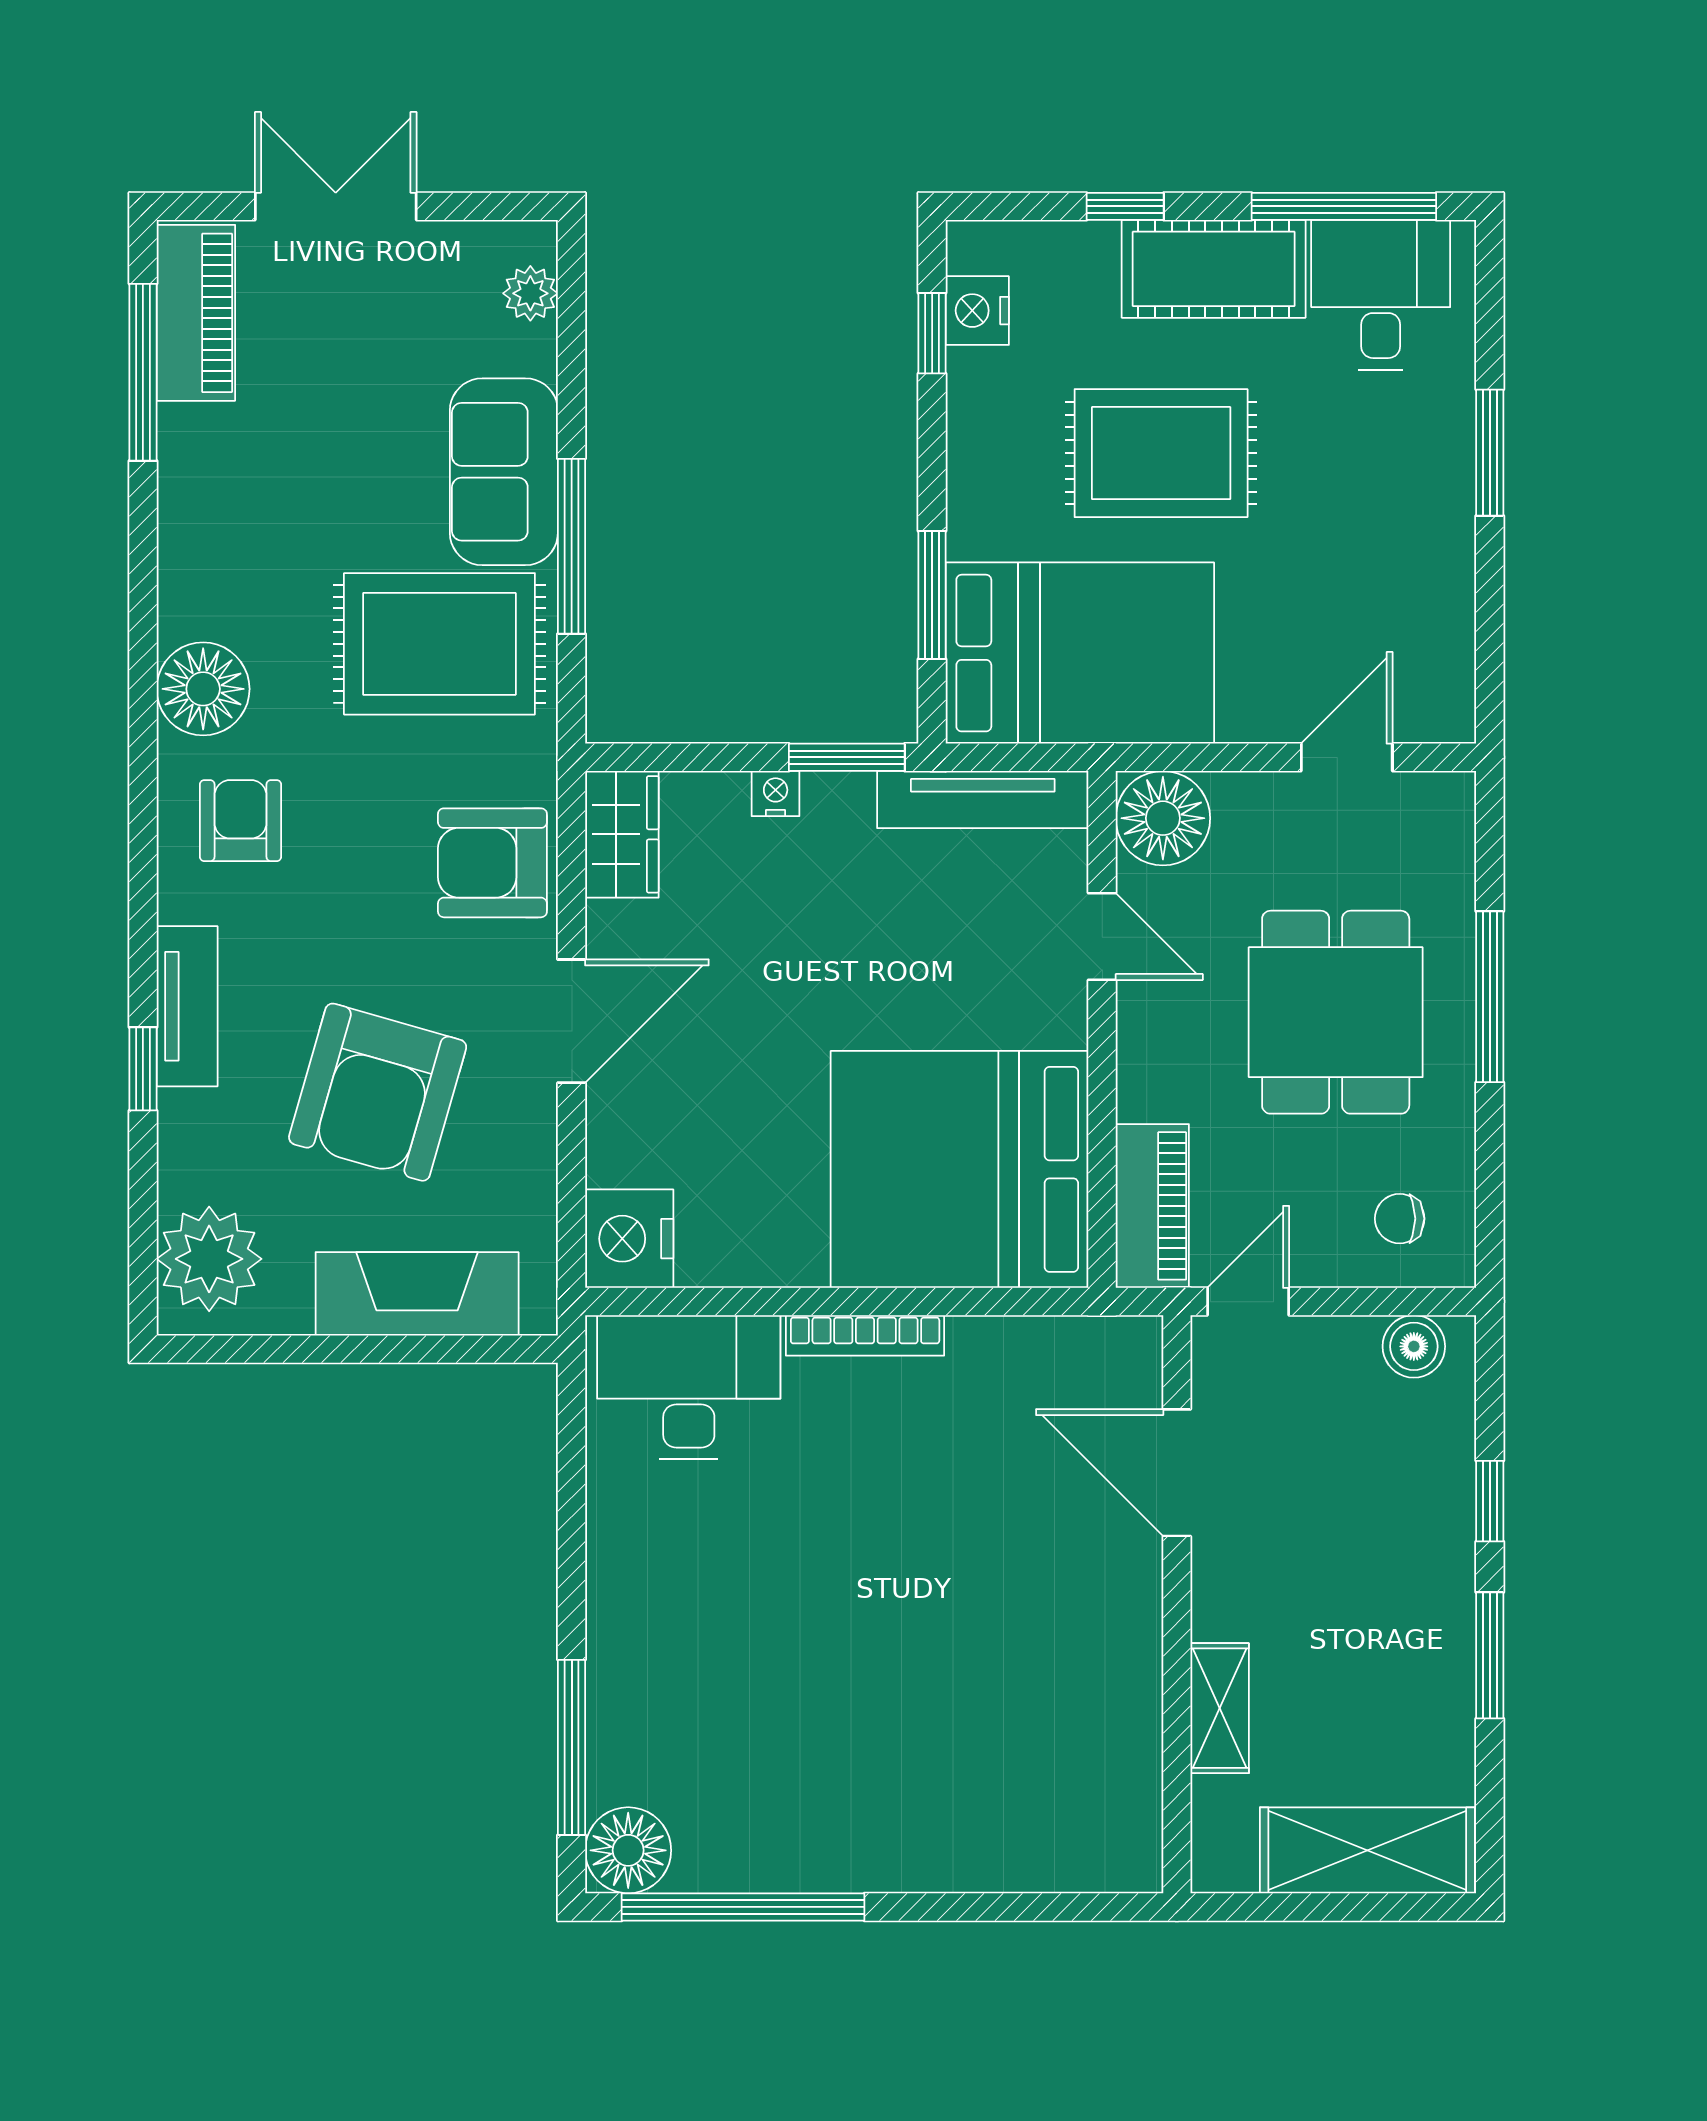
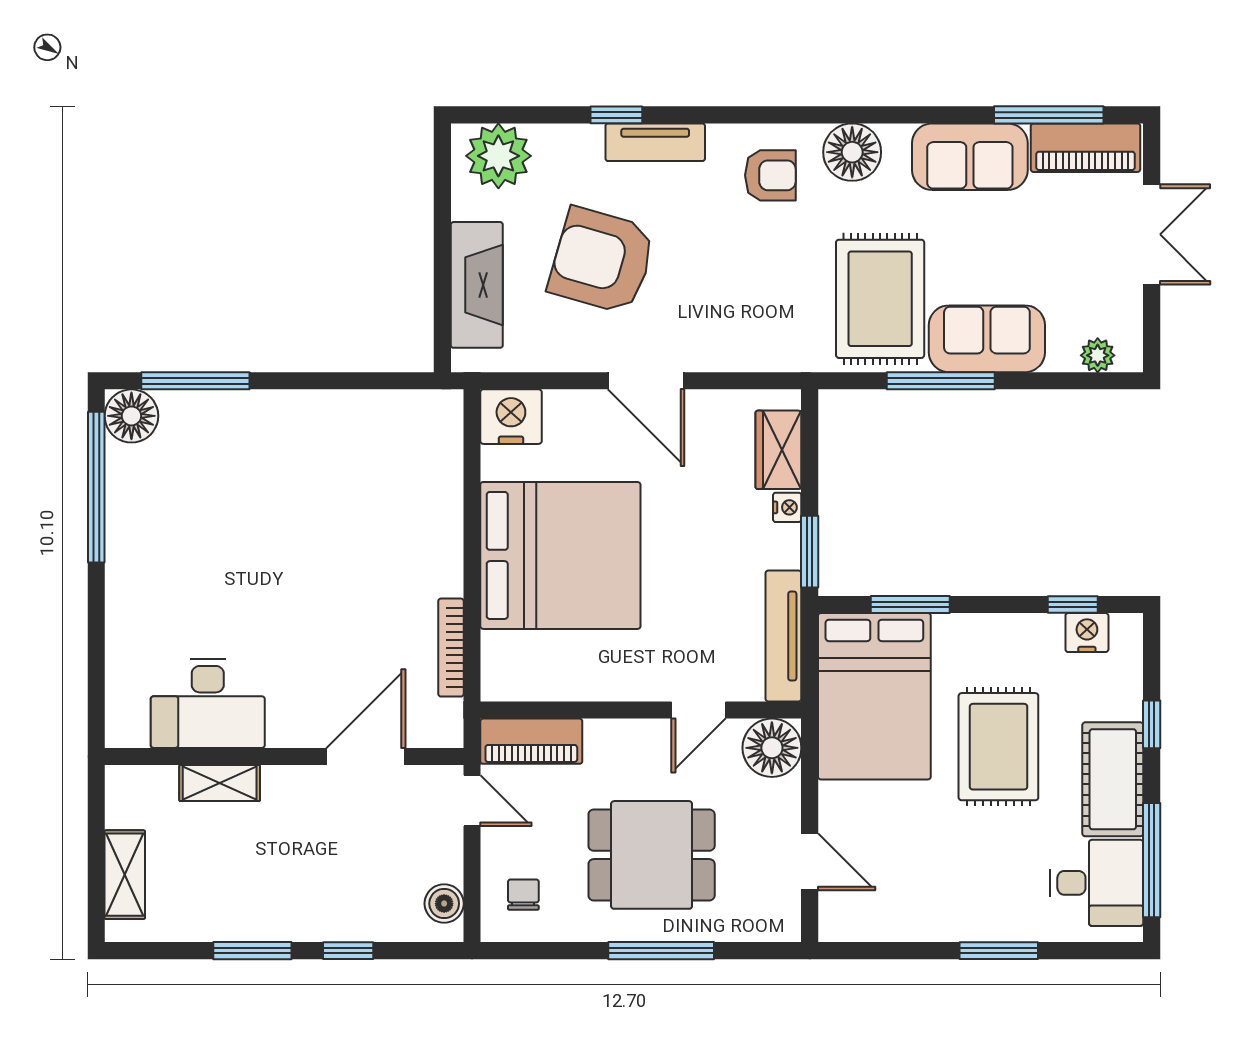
sofa: (210, 499) -> (970, 157), added
wardrobe: (622, 834) -> (778, 450), moved, turned 90
armchair: (492, 863) -> (744, 332), removed
bed: (960, 1169) -> (560, 555), moved, turned 90
bookcase: (865, 1335) -> (451, 648), moved
desk: (689, 1387) -> (208, 703), moved, turned 90
shelving: (1367, 1850) -> (125, 875), width x0.67, depth x0.75

